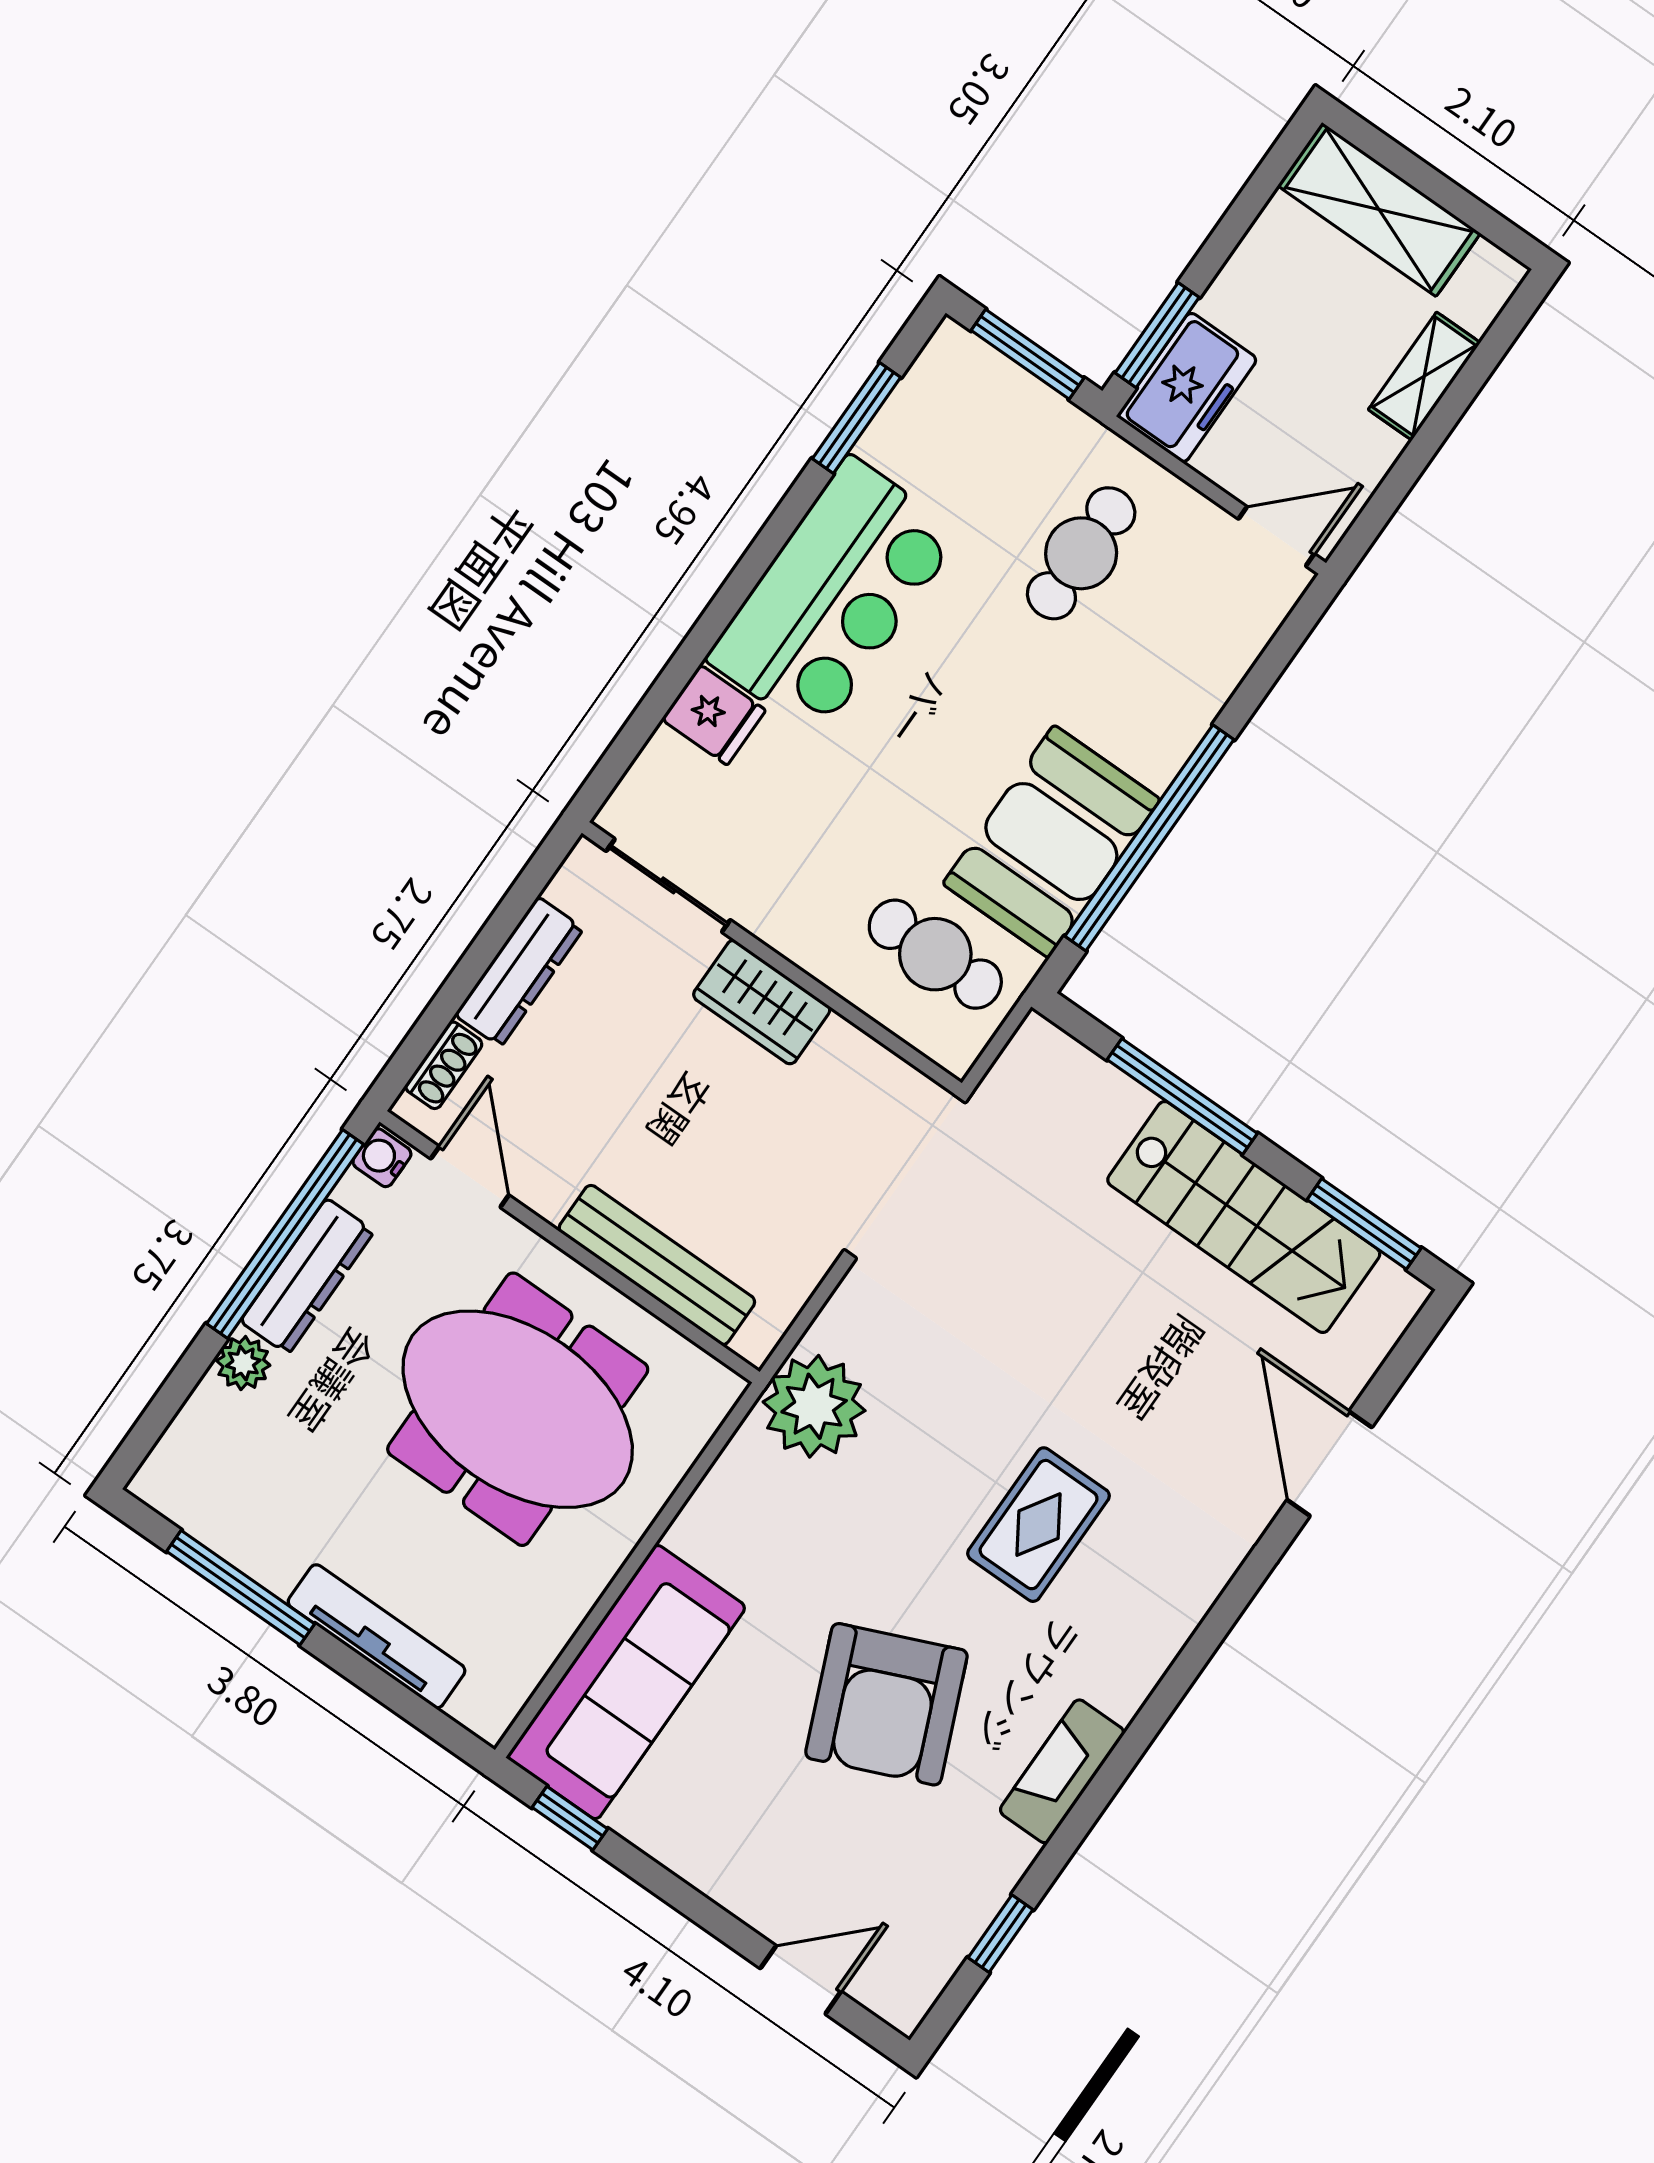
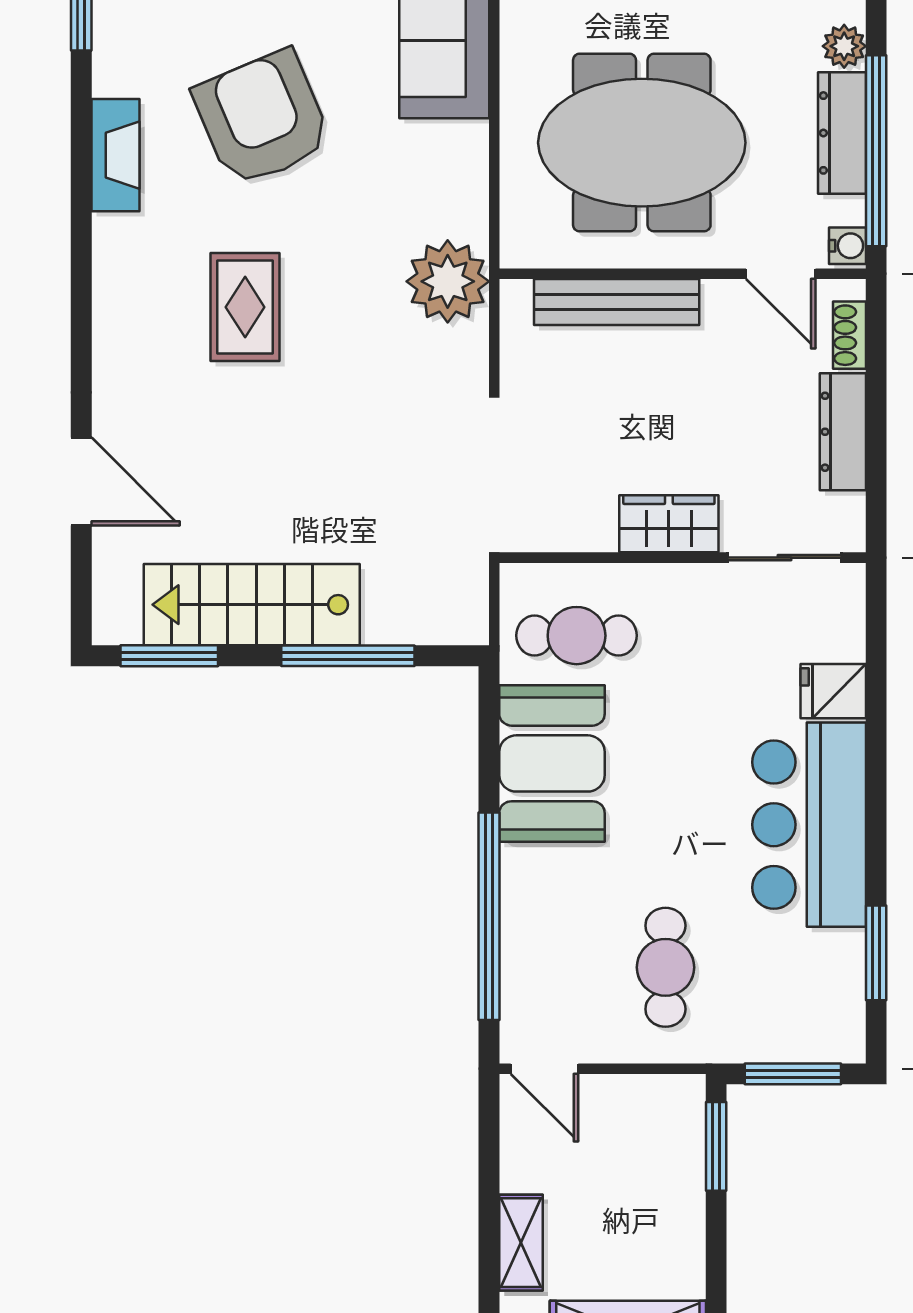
freezer: (1187, 387) -> (672, 1126), removed
door: (1276, 536) -> (544, 1069), hinge flipped
window: (1149, 838) -> (489, 916), moved

